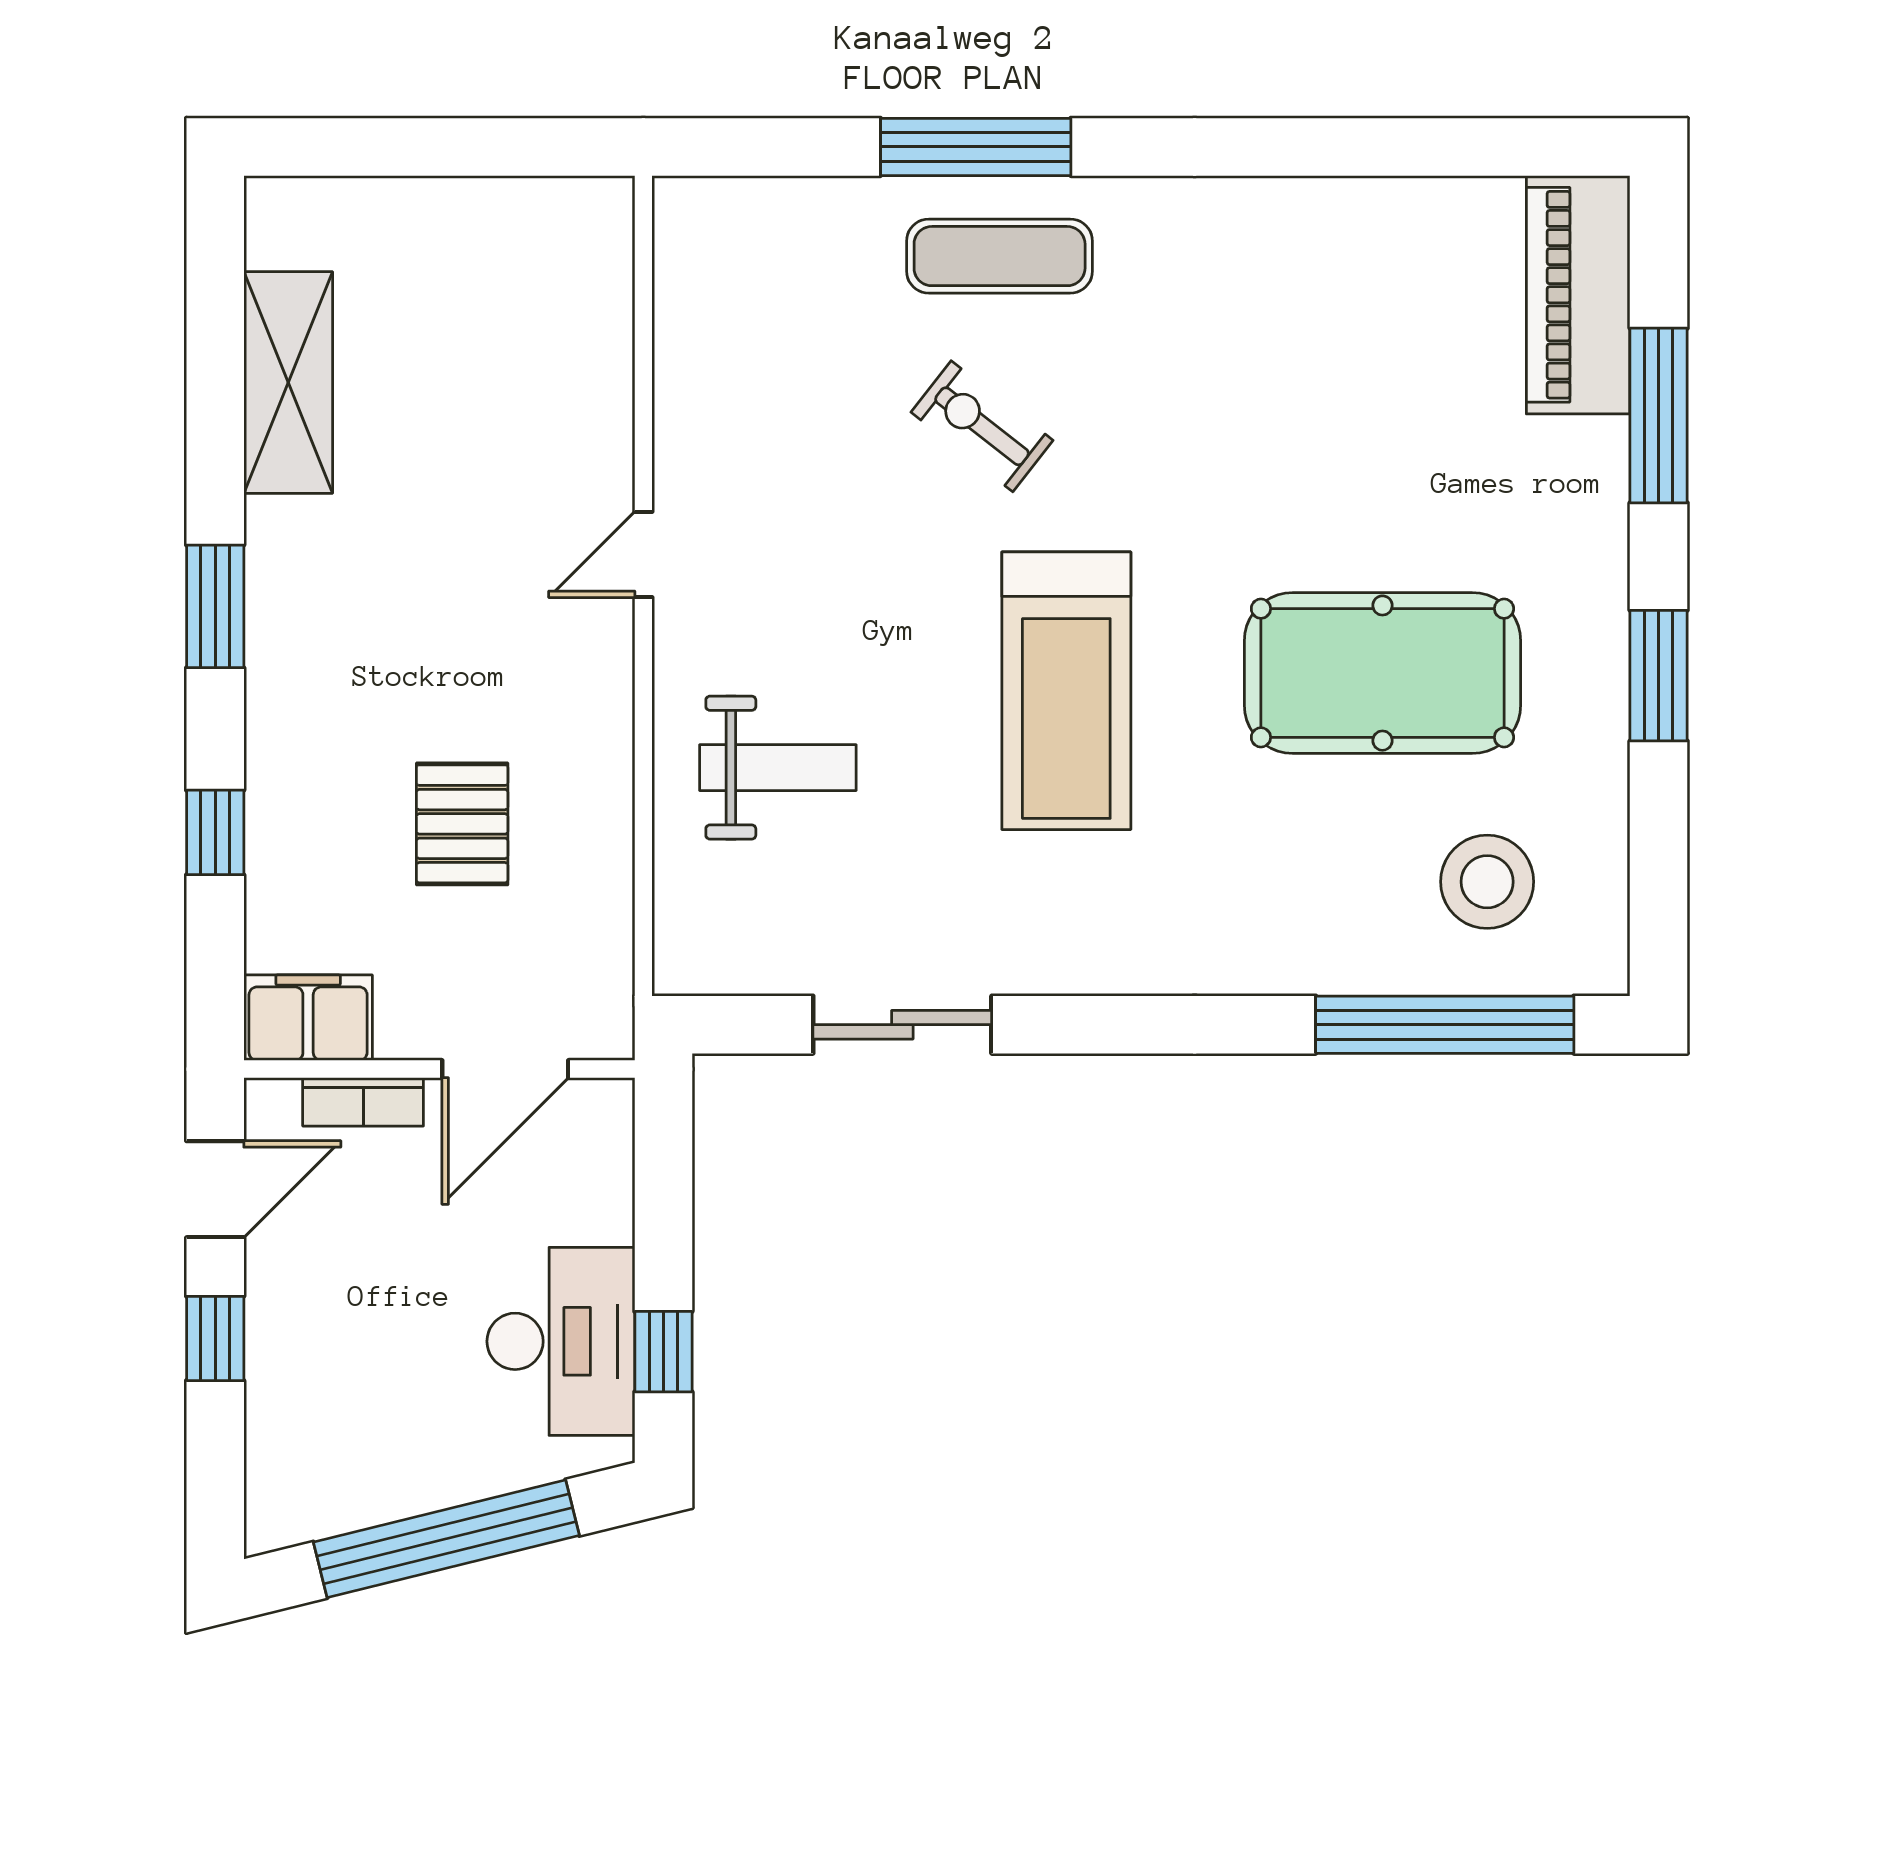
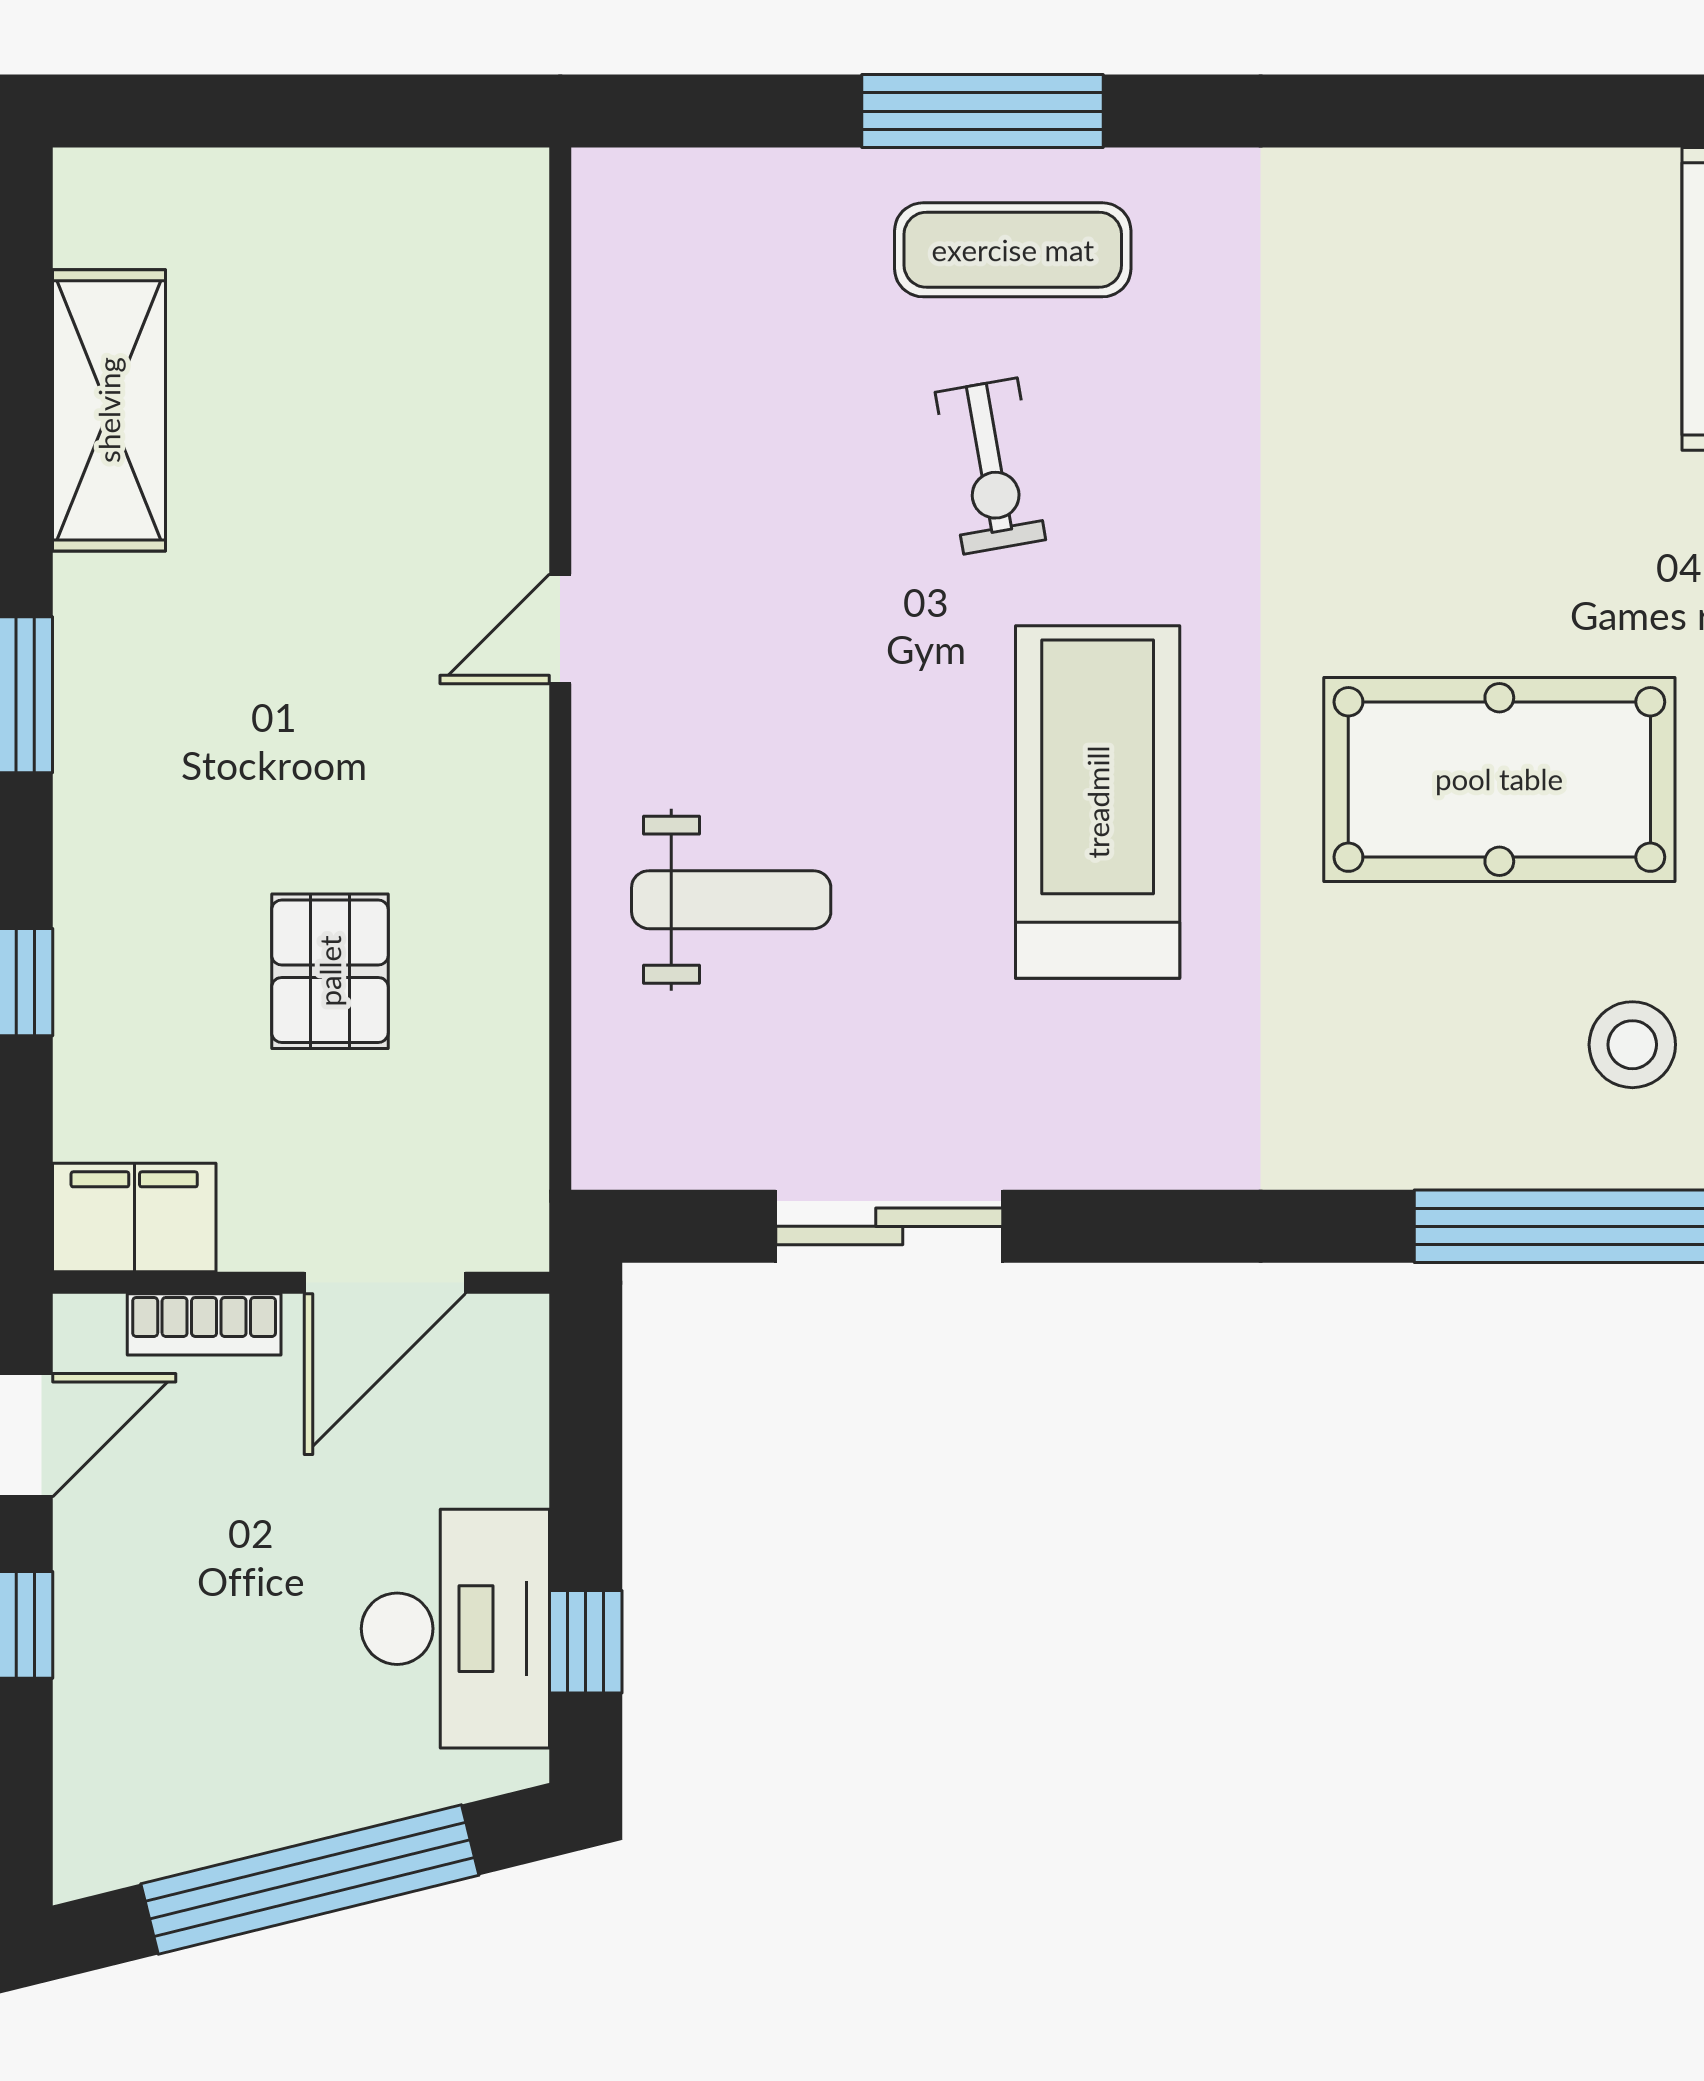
exercise bike: (982, 426) -> (990, 466), turned -138
treadmill: (1066, 691) -> (1098, 802), turned 180
stool: (1487, 882) -> (1632, 1045), width x0.73, depth x0.73

